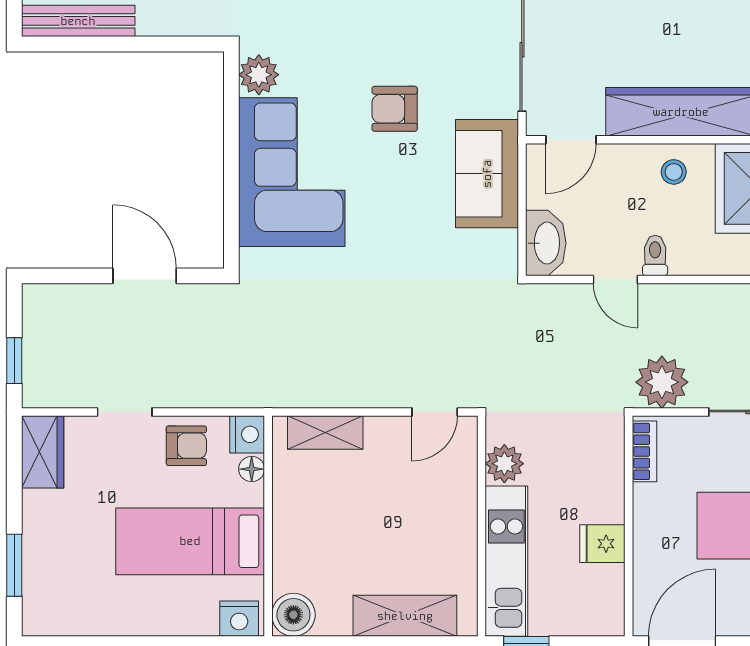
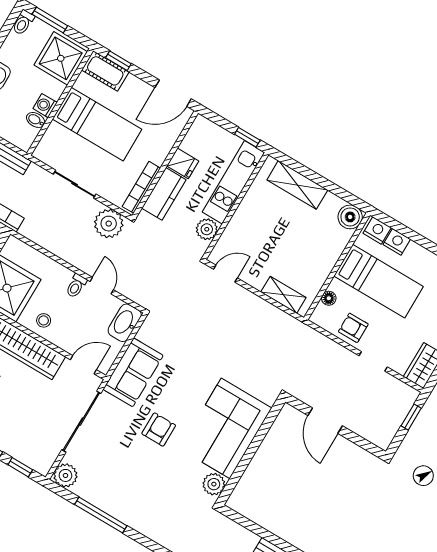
armchair: (395, 109) -> (159, 429), turned -90
nightstand: (247, 434) -> (397, 242), moved, turned 90
bookcase: (645, 451) -> (141, 187), width x1.56
kitchen counter: (604, 479) -> (164, 194), added

